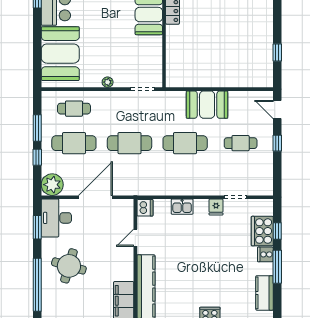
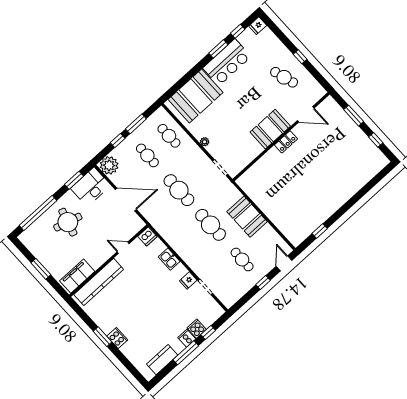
cafe table: (74, 143) -> (147, 155), width x0.73, depth x0.74
cooker: (262, 231) -> (197, 329), width x0.53, depth x0.76

